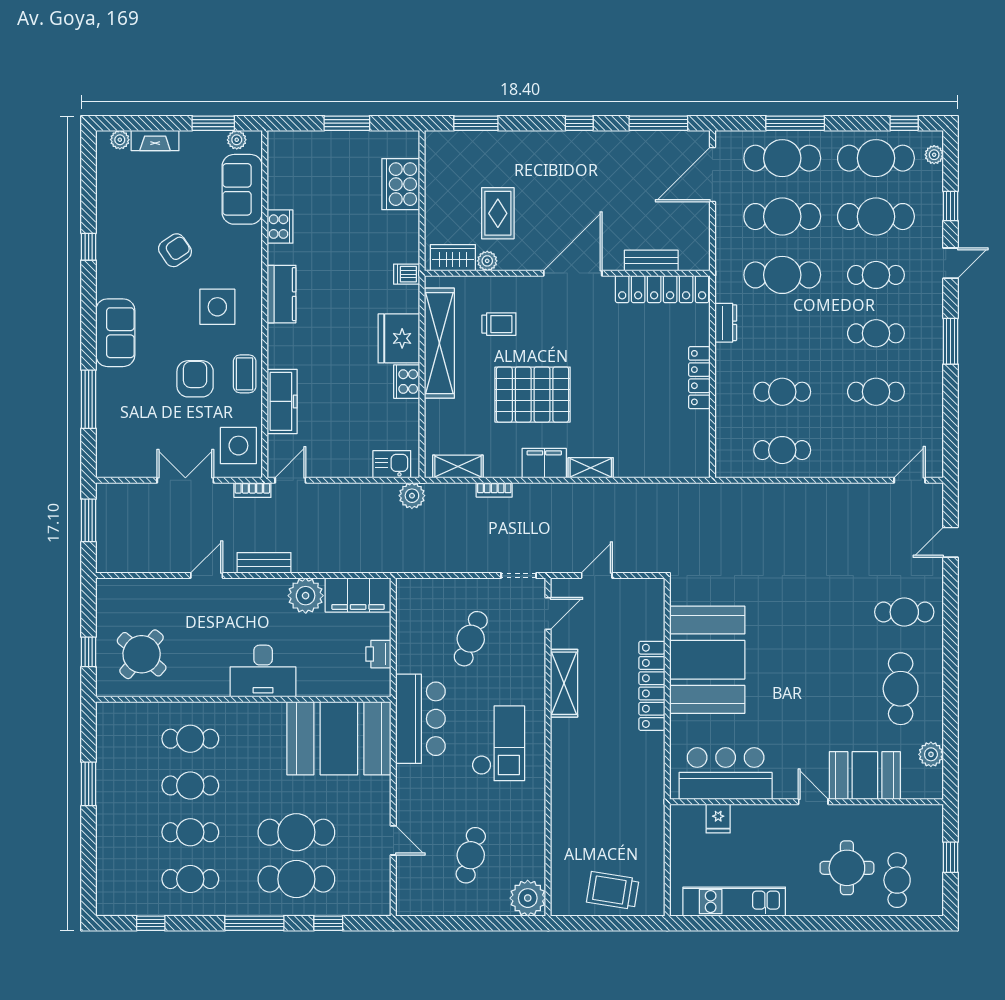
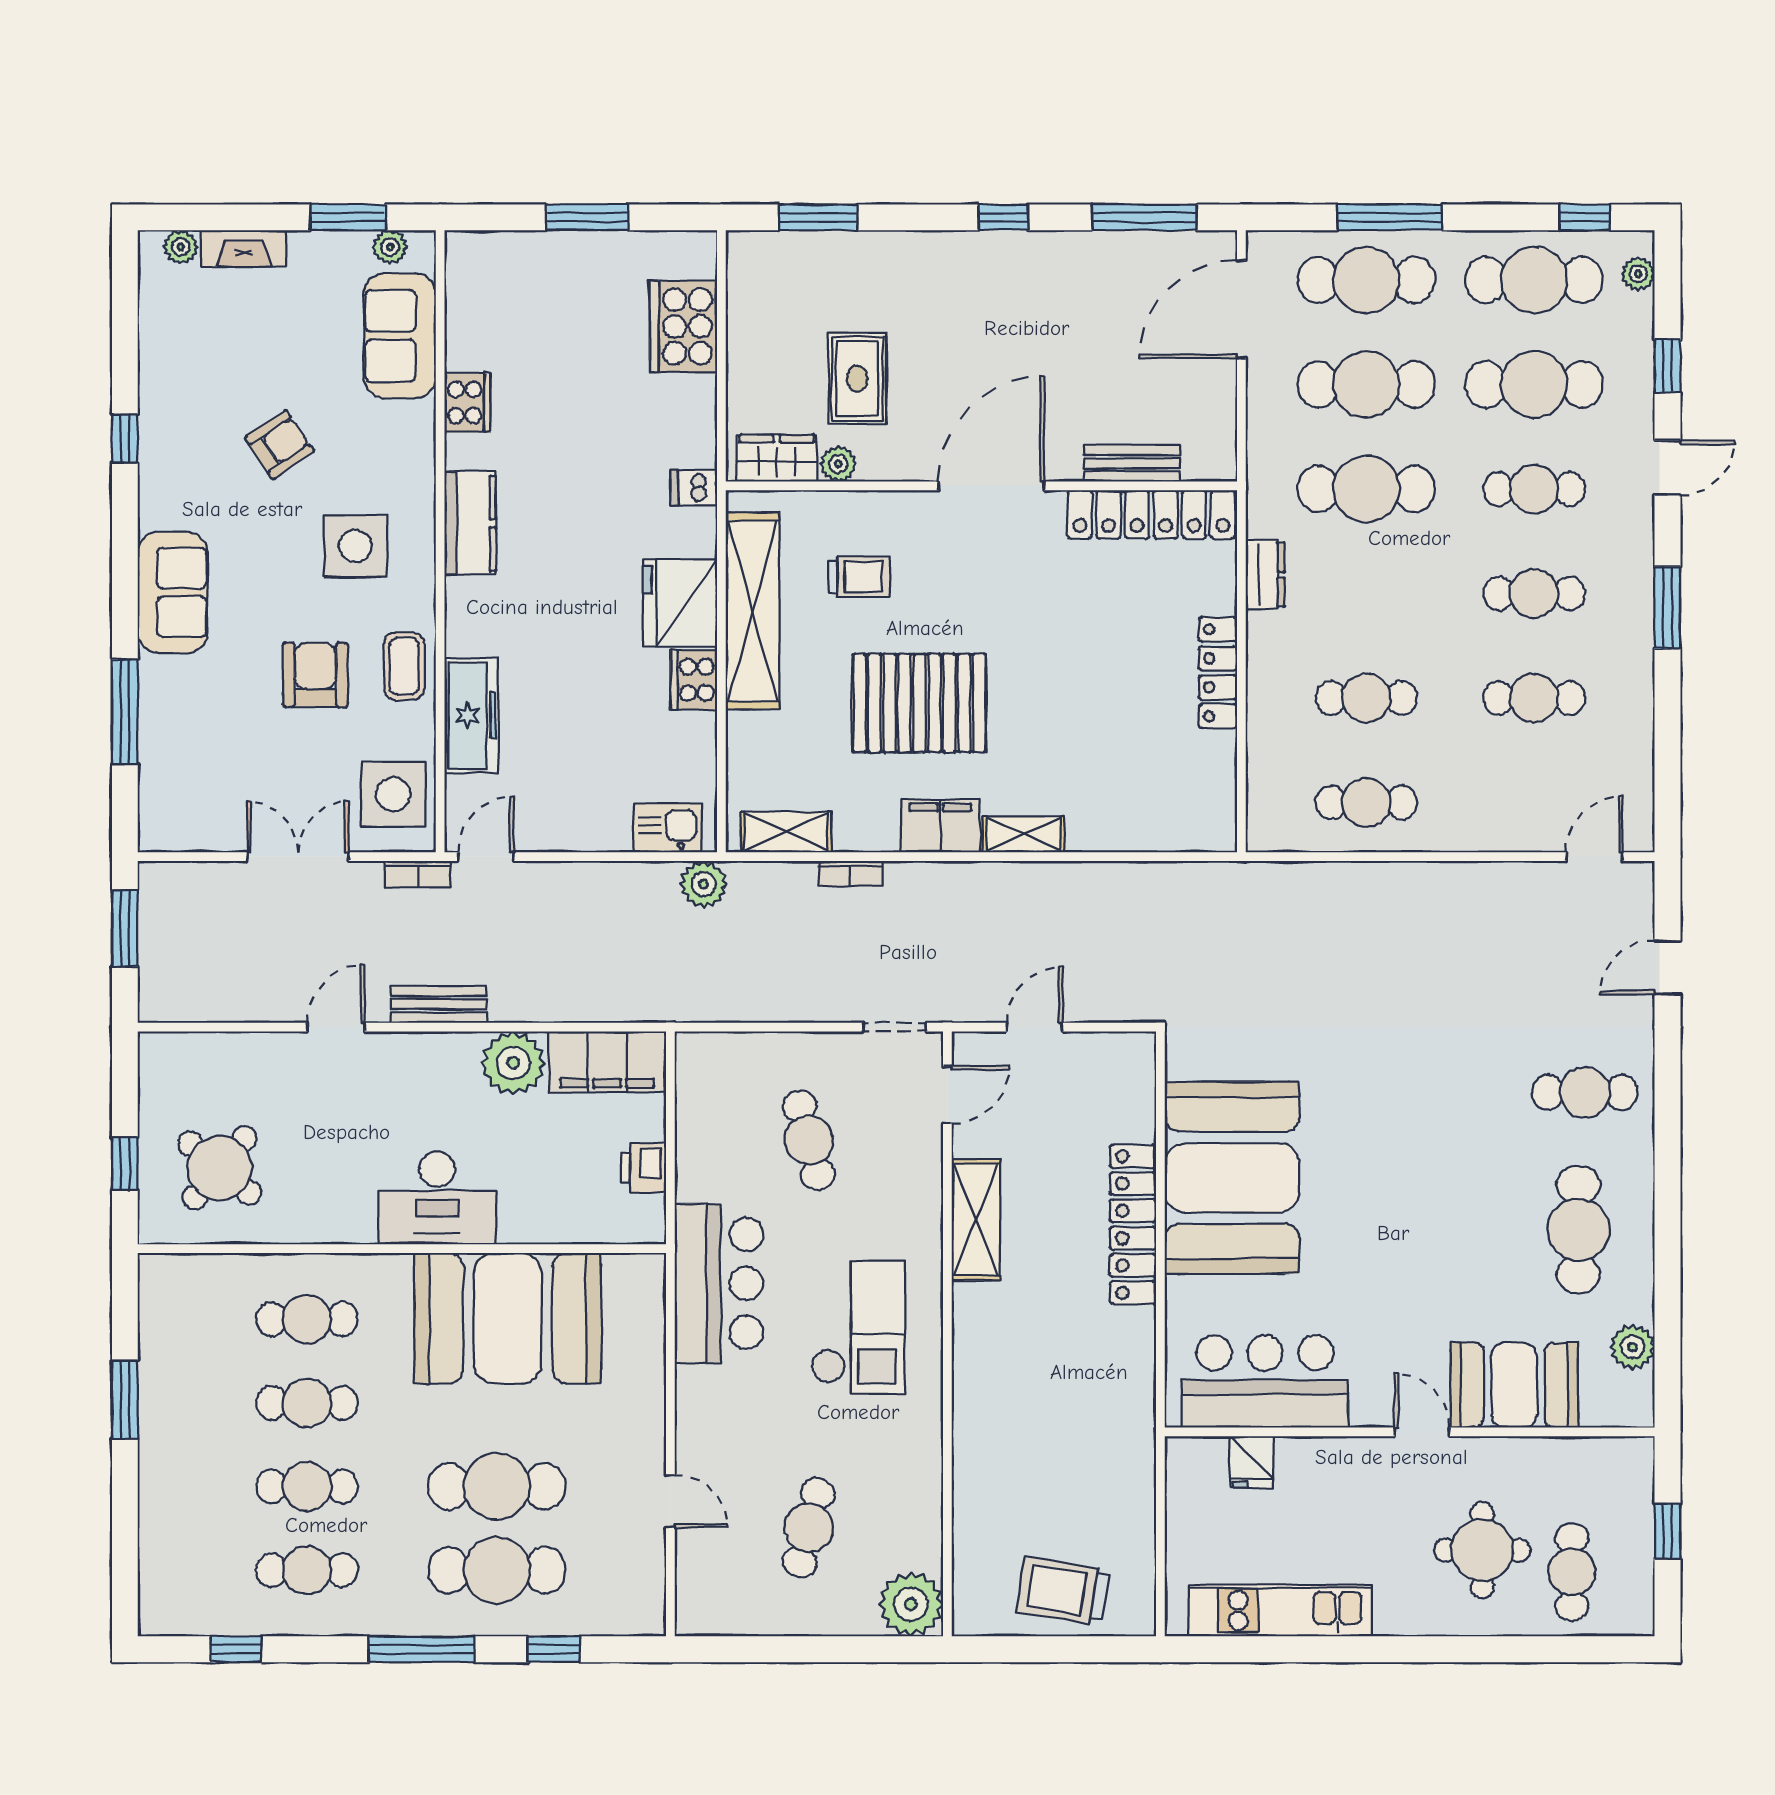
cafe table: (471, 639) -> (809, 1140), turned -36
booth: (339, 738) -> (508, 1318), moved

